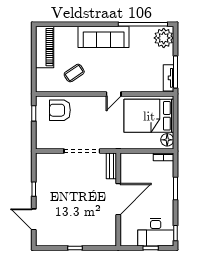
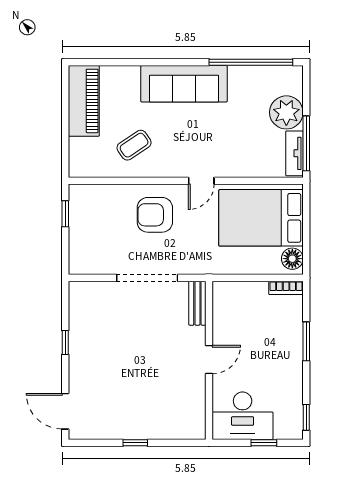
plant: (164, 38) -> (286, 112), moved
armchair: (60, 110) -> (155, 215), moved
door: (118, 199) -> (209, 360), width x0.53
door: (34, 219) -> (65, 411), moved
desk: (156, 232) -> (243, 416), moved

